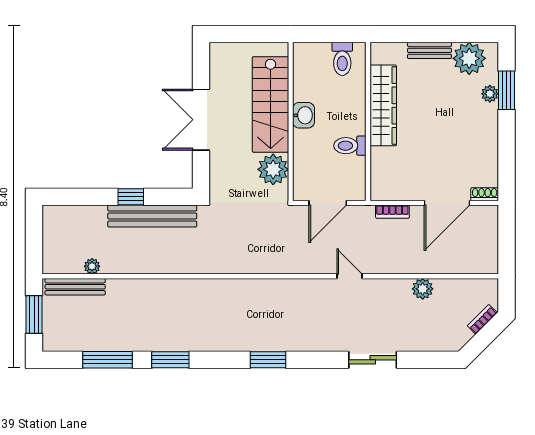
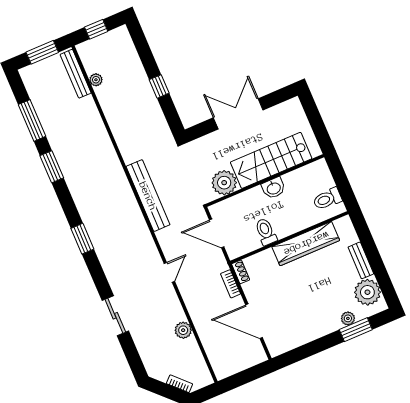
shoe rack: (485, 194) -> (241, 272), moved
bench: (152, 216) -> (148, 196), moved
window: (34, 241) -> (96, 29), added

